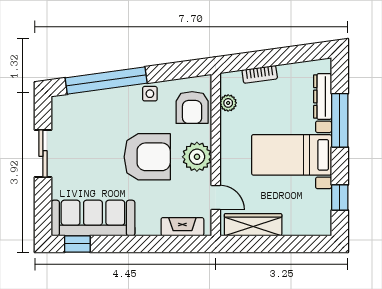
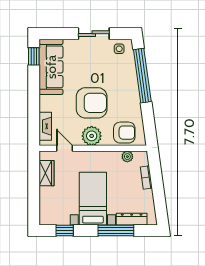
side table: (150, 94) -> (119, 49), moved
armchair: (192, 108) -> (124, 133), turned 180
armchair: (147, 157) -> (92, 103), turned -90
door: (216, 198) -> (65, 148), swing flipped
wardrobe: (253, 225) -> (47, 173), width x0.67

